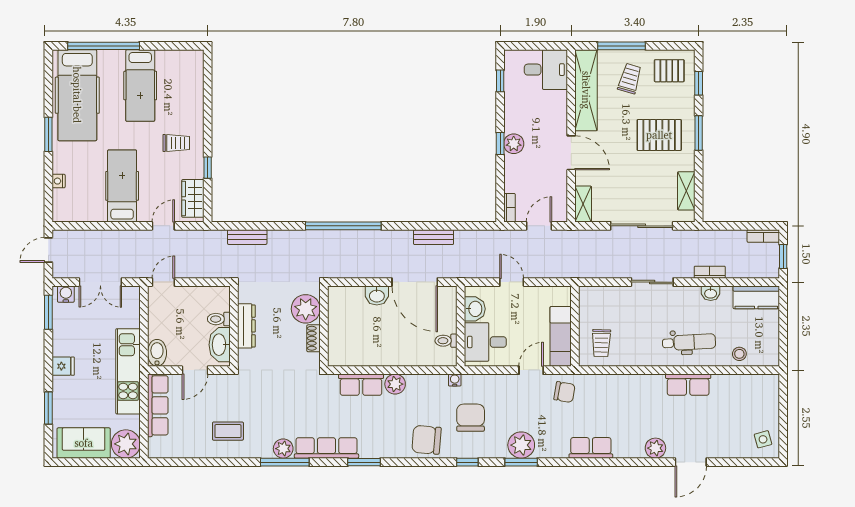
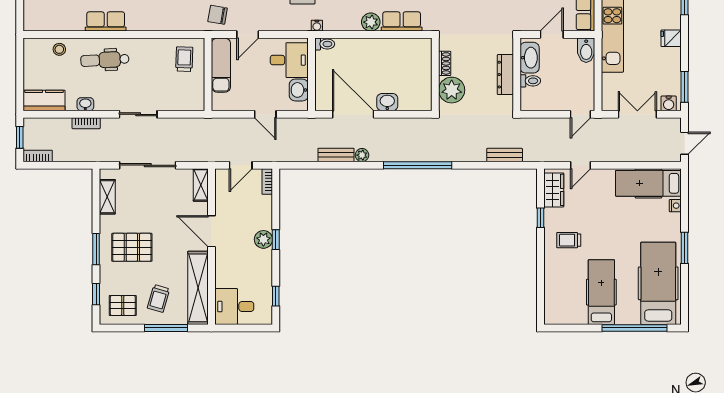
hospital bed: (122, 186) -> (648, 183), moved, turned 90
plant: (405, 237) -> (362, 155), added
toilet: (446, 341) -> (325, 44), moved

